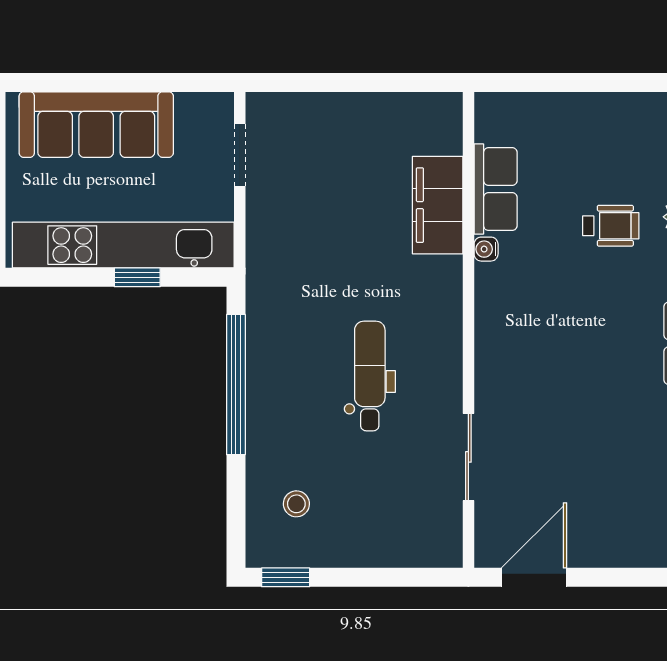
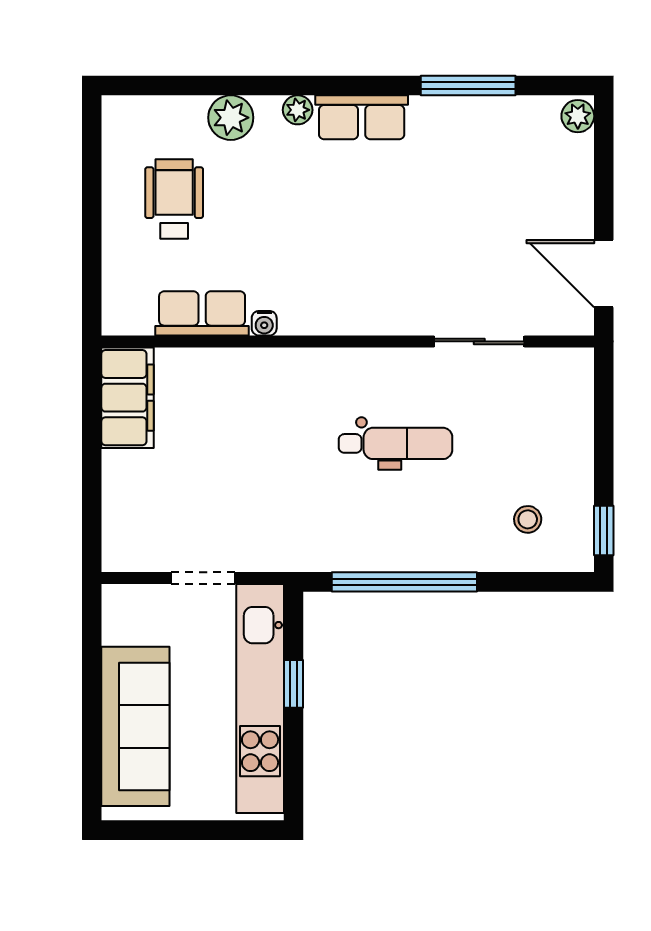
doorway: (240, 155) -> (203, 578), moved
filing cabinet: (438, 205) -> (128, 398), moved, turned -90
wheelchair: (611, 226) -> (174, 199), moved, width x1.36, depth x1.37
dental chair: (370, 376) -> (395, 443), turned 180

